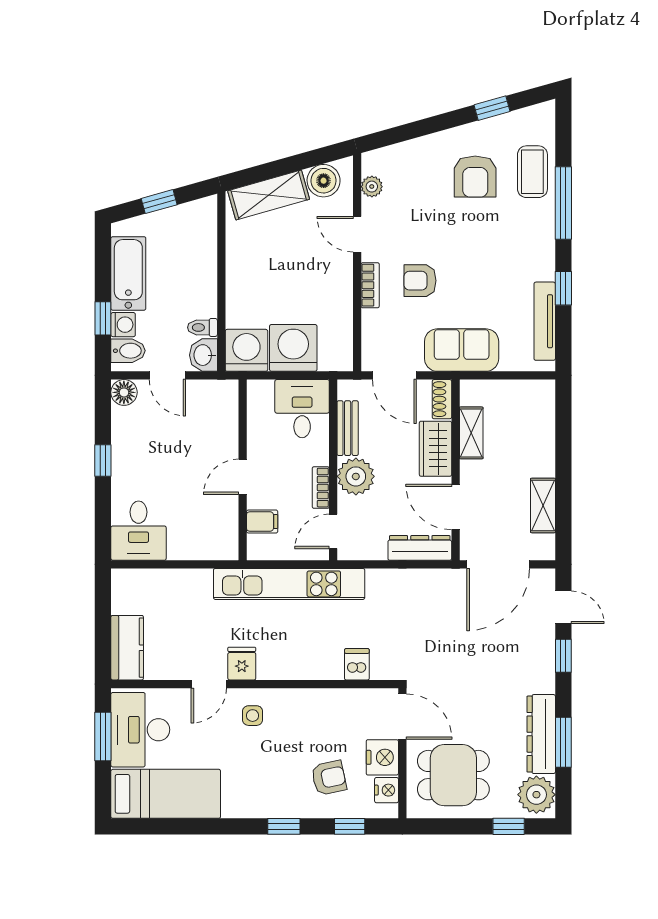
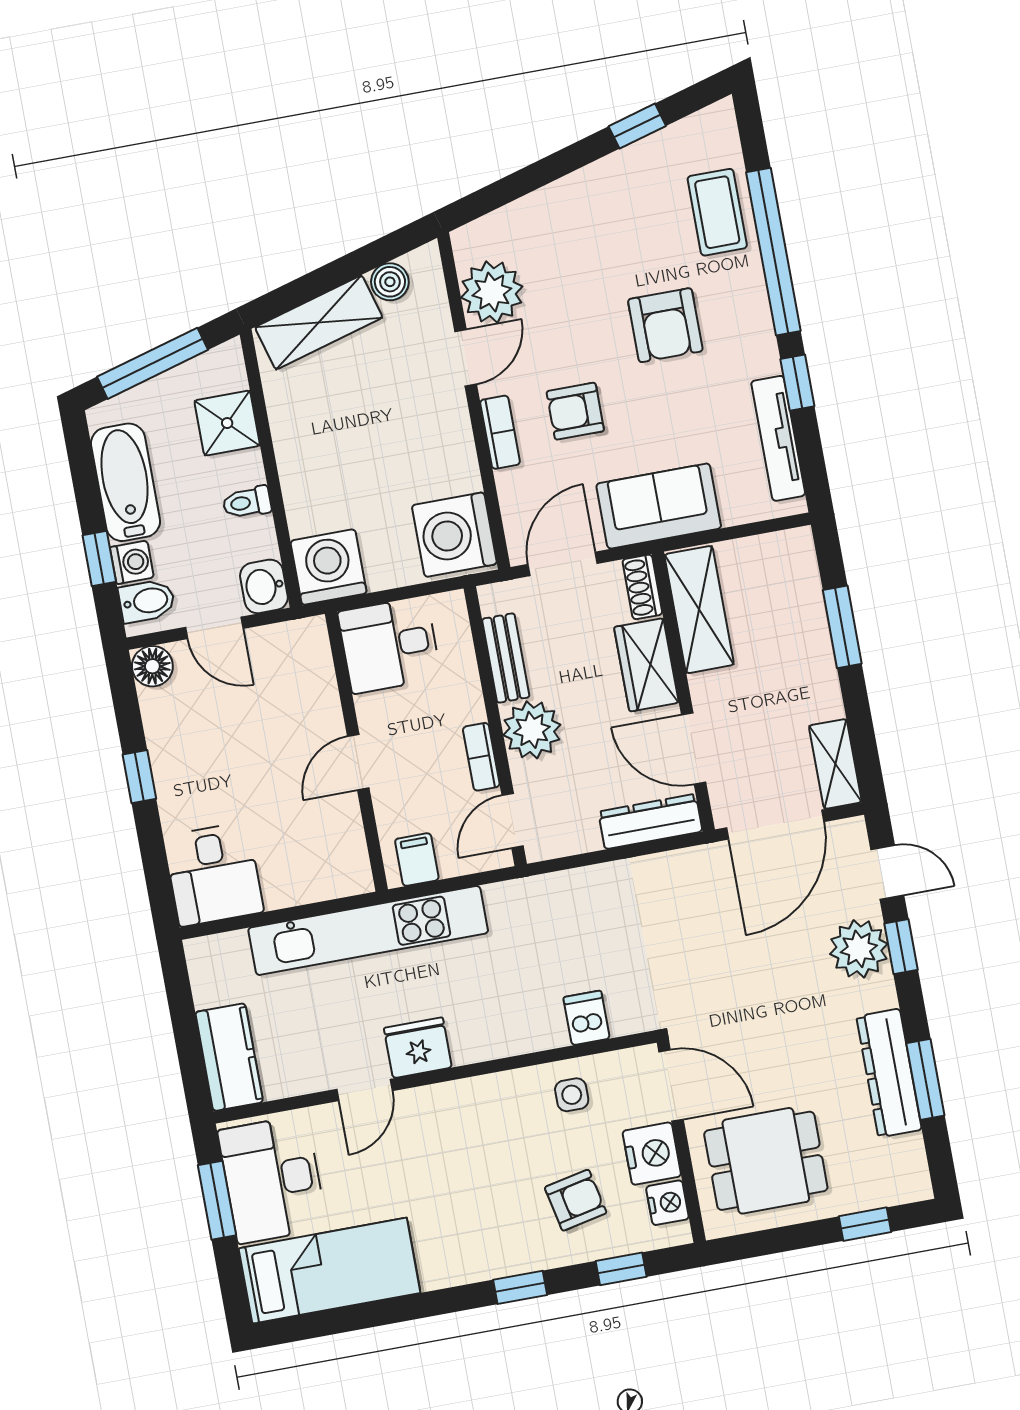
armchair: (475, 176) -> (665, 325), moved
boiler: (324, 181) -> (390, 282), width x0.73, depth x0.73
plant: (372, 187) -> (492, 292), width x1.88, depth x1.88
window: (159, 202) -> (153, 363), width x2.17
window: (563, 203) -> (773, 252), width x1.46
door: (357, 234) -> (466, 358), swing flipped
shower: (199, 248) -> (227, 423), added
toilet: (203, 327) -> (247, 502), moved
washing machine: (293, 348) -> (454, 535), moved, turned -90
door: (394, 375) -> (563, 564), swing flipped
desk: (302, 409) -> (389, 645), moved, turned -90
shelving: (471, 433) -> (699, 610), width x1.50, depth x1.33
window: (563, 447) -> (842, 627), added
shelving: (543, 505) -> (835, 764), moved
filing cabinet: (262, 522) -> (417, 860), moved, turned -90
kitchen unit: (289, 584) -> (368, 930), moved
fridge: (242, 664) -> (418, 1048), width x1.38
side table: (253, 716) -> (572, 1095), moved
plant: (536, 795) -> (859, 949), moved

